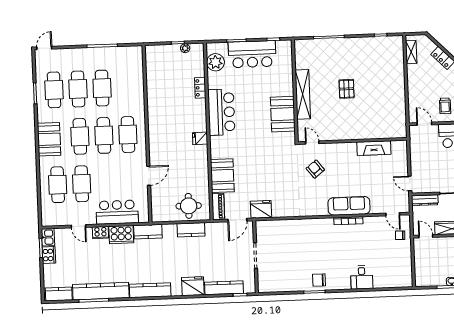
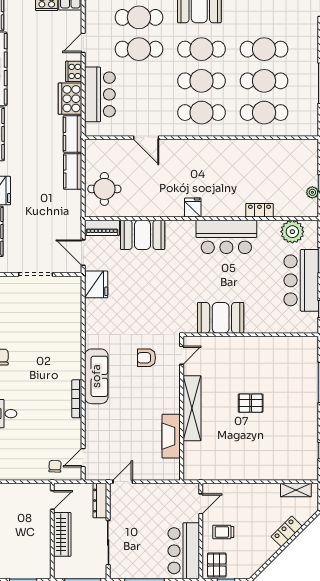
cafe table: (54, 90) -> (264, 113), moved
shelving: (303, 94) -> (192, 408), moved, turned 90
armchair: (315, 169) -> (146, 358), turned -142
sofa: (349, 206) -> (96, 376), moved
kitchen counter: (191, 230) -> (73, 171), moved

